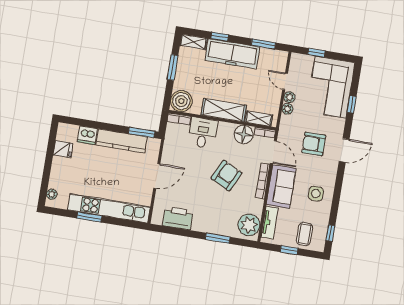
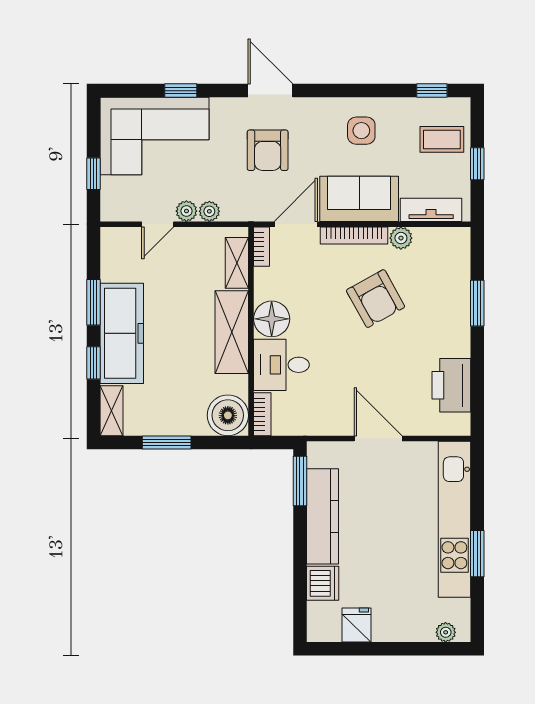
window: (263, 44) -> (94, 302), moved
floor lamp: (244, 134) -> (272, 319), moved
armchair: (226, 176) -> (376, 299), moved, turned -145
plant: (249, 225) -> (401, 238), moved, width x0.53, depth x0.53

